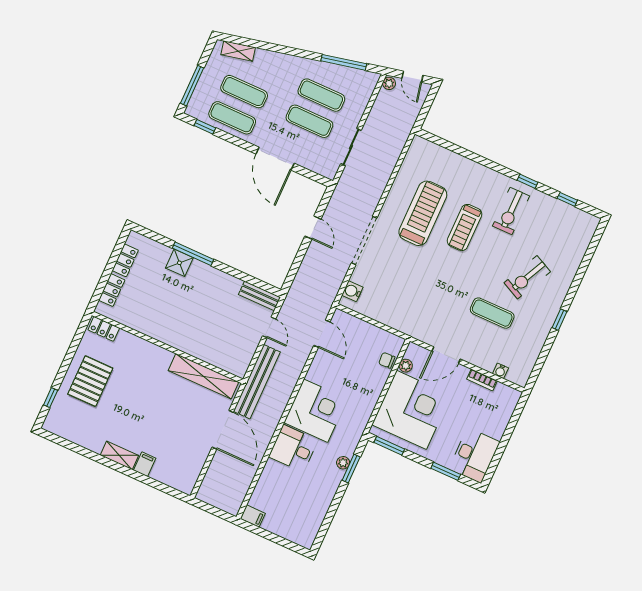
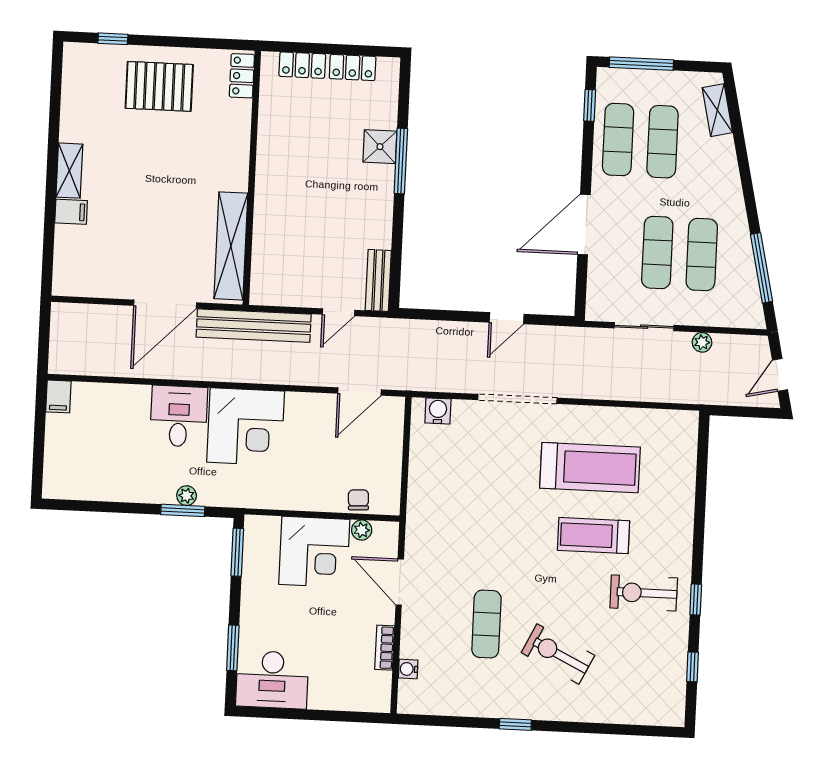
plant: (389, 83) -> (702, 342), moved
corner desk: (411, 410) -> (314, 552), width x0.74, depth x0.74

